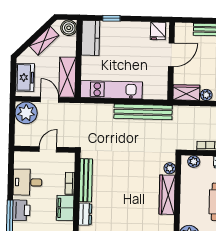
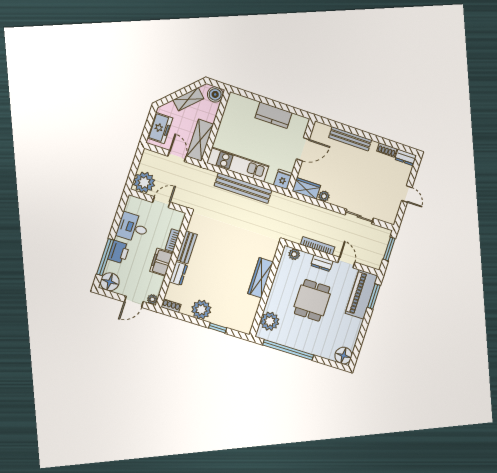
window: (111, 18) -> (258, 98), removed
fridge: (158, 31) -> (283, 179), moved, turned 180
kitchen counter: (91, 38) -> (274, 115), moved, turned 90
bench: (143, 112) -> (243, 188), moved
plant: (26, 113) -> (144, 182), moved
plant: (170, 168) -> (270, 254), removed
bench: (86, 180) -> (187, 247), width x0.73

